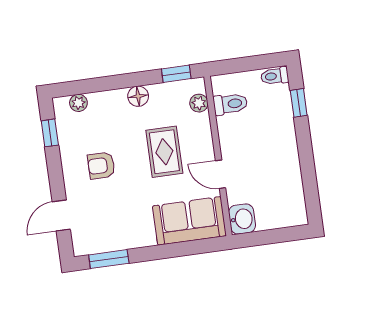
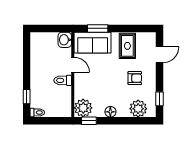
plant: (78, 103) -> (138, 109), width x1.87, depth x1.87
plant: (199, 103) -> (83, 108), width x1.87, depth x1.87
toilet: (230, 104) -> (63, 80), moved
rug: (164, 152) -> (127, 46), moved
window: (109, 259) -> (98, 28), moved

